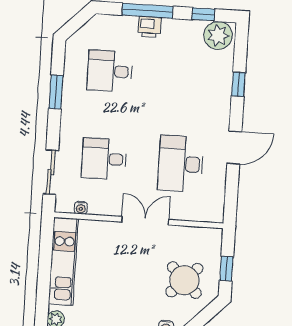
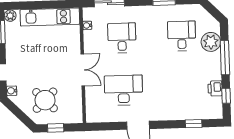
printer: (149, 27) -> (215, 88), moved
plant: (218, 35) -> (211, 42), moved
window: (238, 84) -> (194, 124), moved

